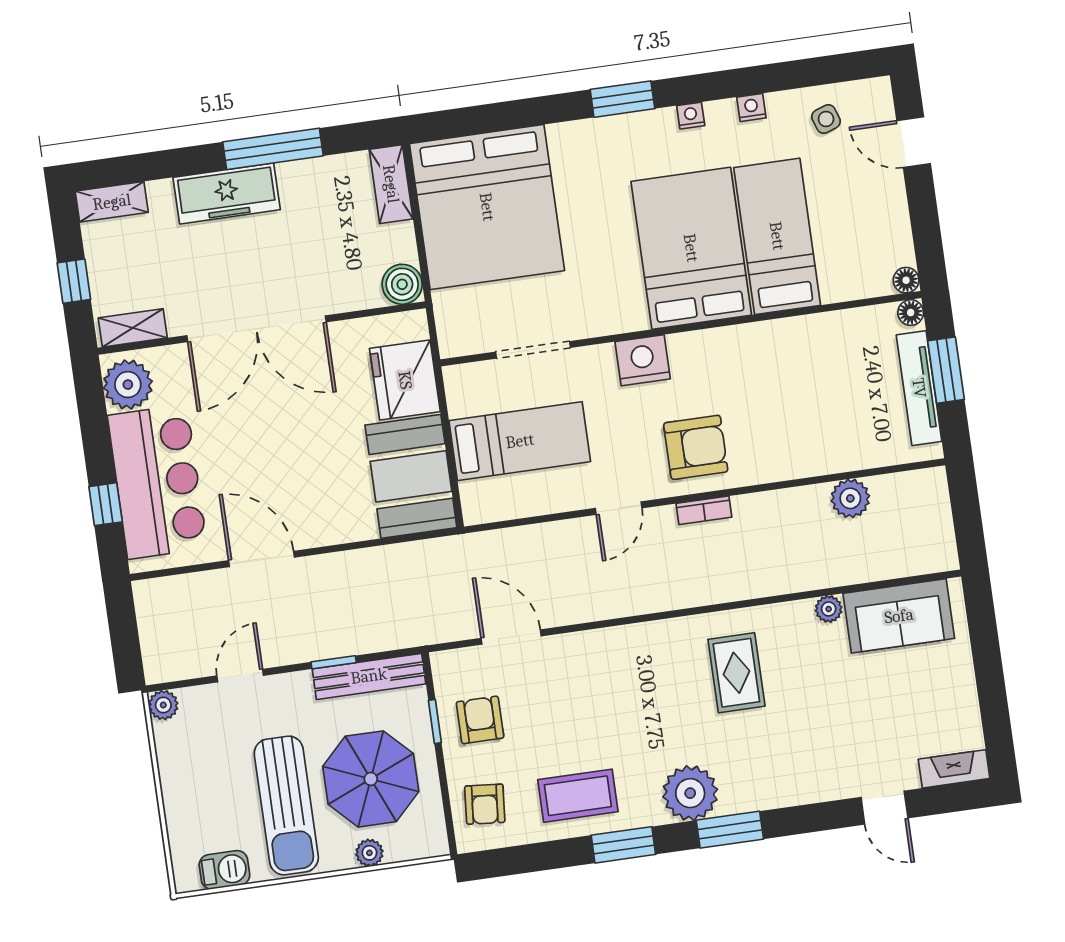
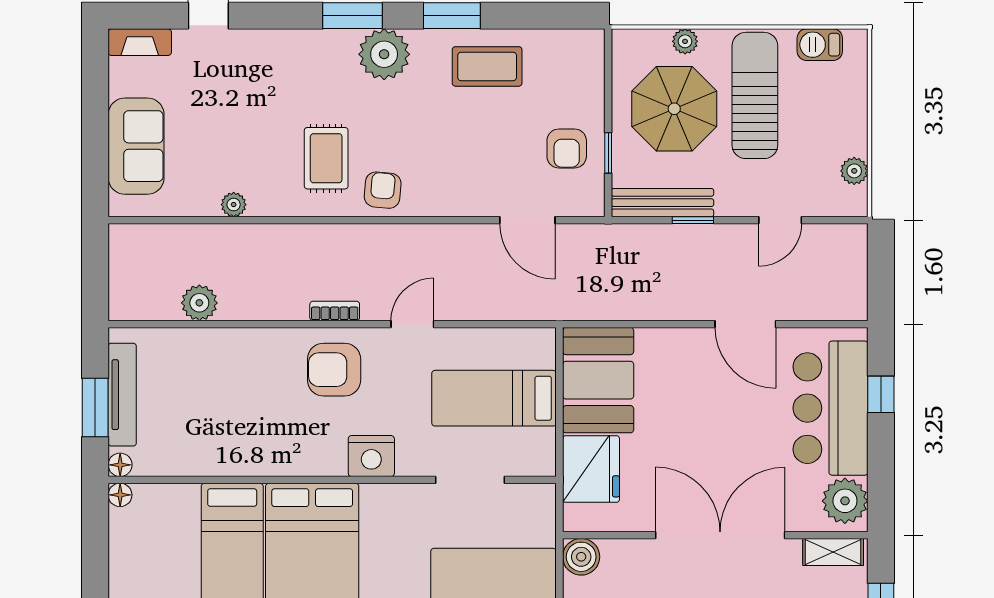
sofa: (899, 616) -> (136, 146), moved, turned 90
plant: (163, 705) -> (854, 171), moved
armchair: (485, 804) -> (383, 190), moved

